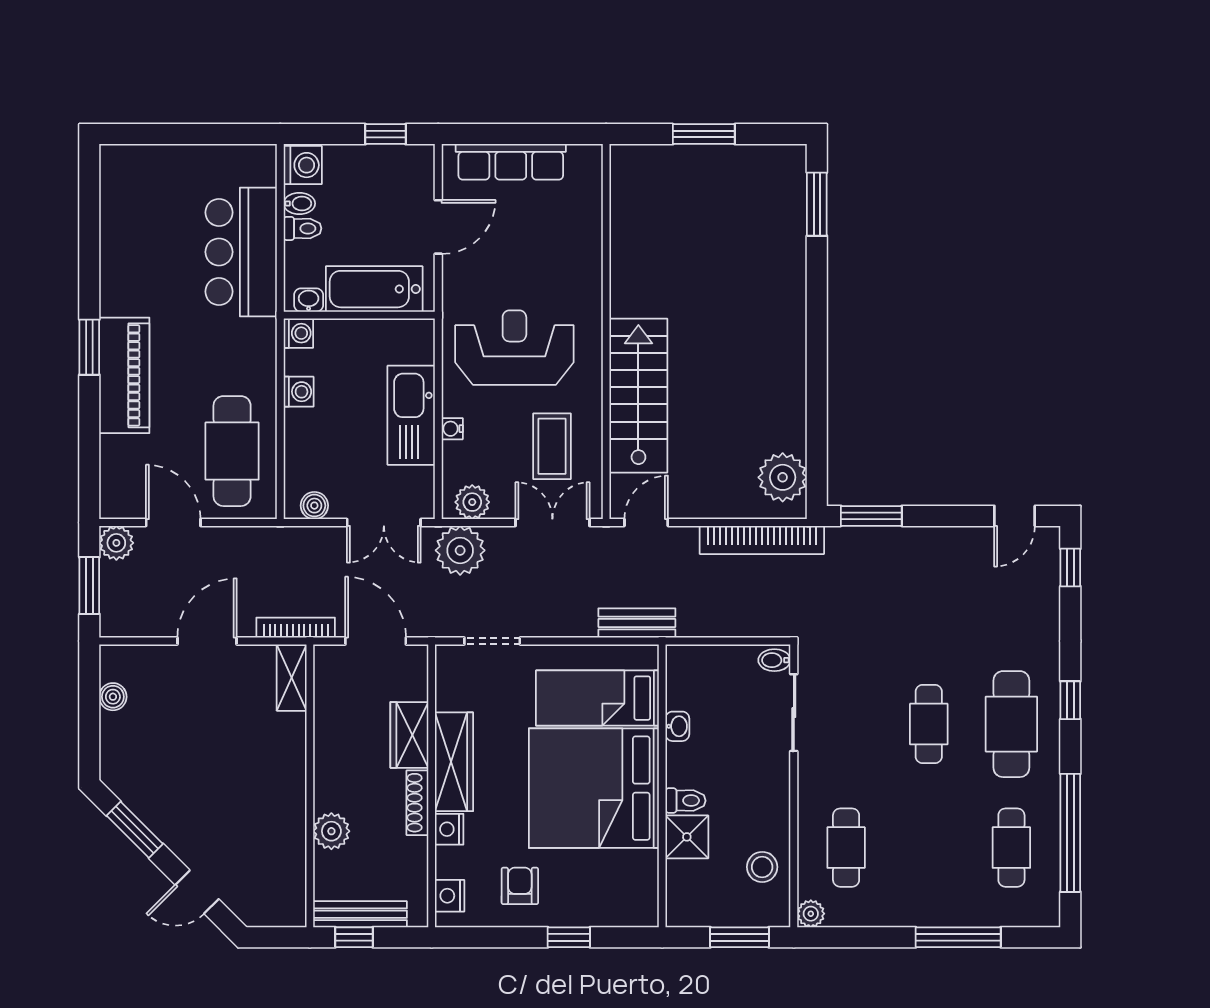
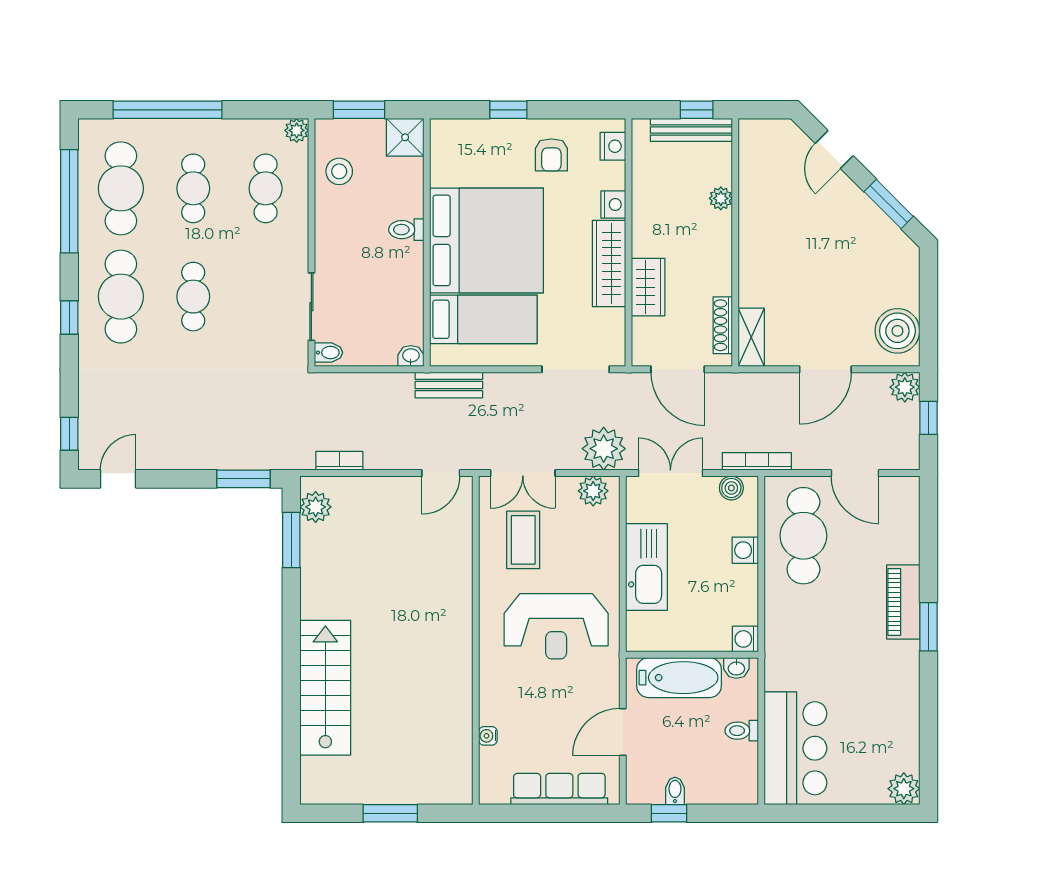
plant: (117, 162) -> (904, 789), added
washing machine: (303, 165) -> (742, 786), removed
bidet: (299, 203) -> (675, 791), moved, turned 90
window: (817, 204) -> (291, 540), moved
bar counter: (241, 252) -> (795, 748), moved
piano: (124, 375) -> (903, 602), width x0.73, depth x0.75
washing machine: (299, 392) -> (745, 550), moved
stairs: (638, 396) -> (325, 688), moved, turned 180
water cooler: (452, 429) -> (488, 736), moved, turned 180
plant: (783, 477) -> (316, 507), width x0.73, depth x0.73
bookcase: (762, 540) -> (339, 461), width x0.43, depth x0.76
plant: (116, 543) -> (905, 387), moved
window: (89, 586) -> (928, 418), width x0.67
bookcase: (296, 628) -> (757, 461), moved, turned 180
doorway: (492, 641) -> (576, 369), width x1.38
boiler: (113, 697) -> (897, 331), width x1.86, depth x1.86
washbasin: (677, 726) -> (411, 356), moved, turned 90
shoe rack: (417, 803) -> (723, 325), moved, turned 180
plant: (331, 831) -> (721, 198), width x0.73, depth x0.73
shower: (687, 837) -> (405, 137), moved
cafe table: (929, 848) -> (193, 188), added
cafe table: (1011, 848) -> (121, 188), width x1.37, depth x1.35
door: (197, 892) -> (834, 150), swing flipped
window: (958, 937) -> (167, 110), width x1.46

